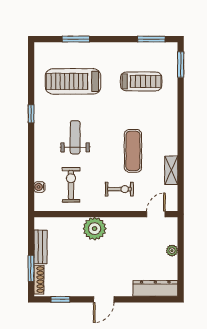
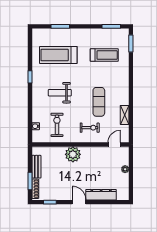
weight bench: (75, 137) -> (60, 93), turned -90
dresser: (155, 288) -> (101, 195), moved
door: (104, 299) -> (79, 202), swing flipped

